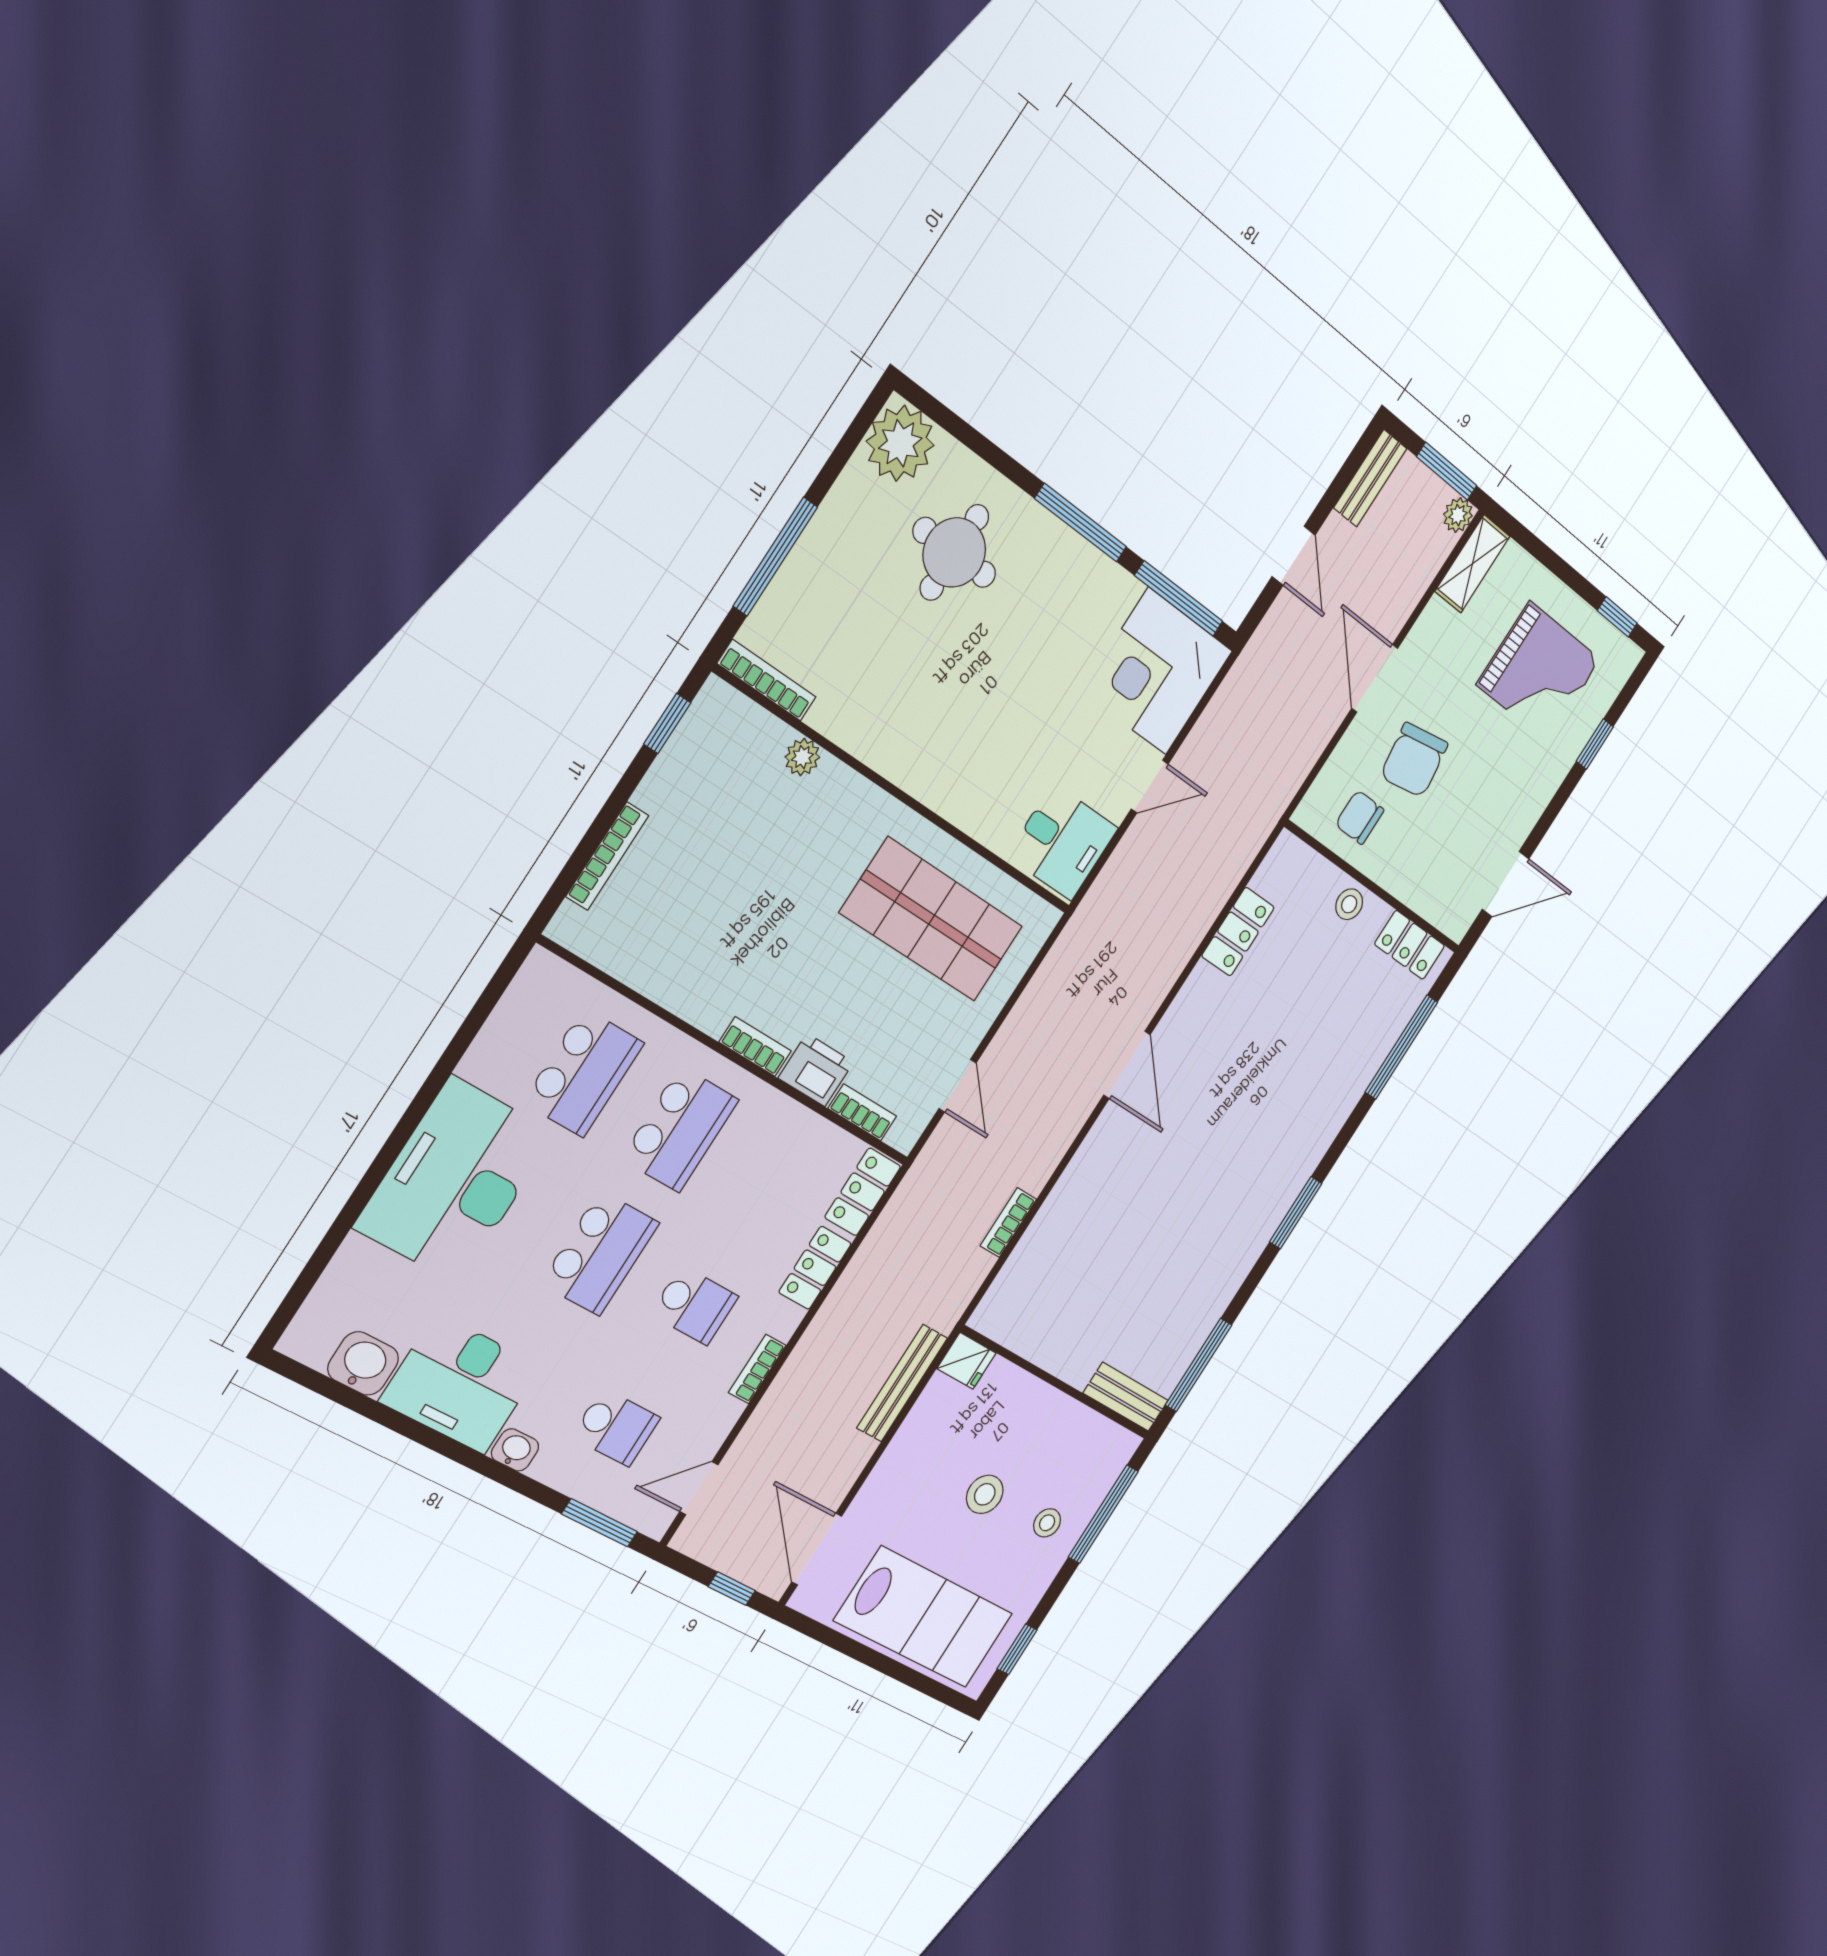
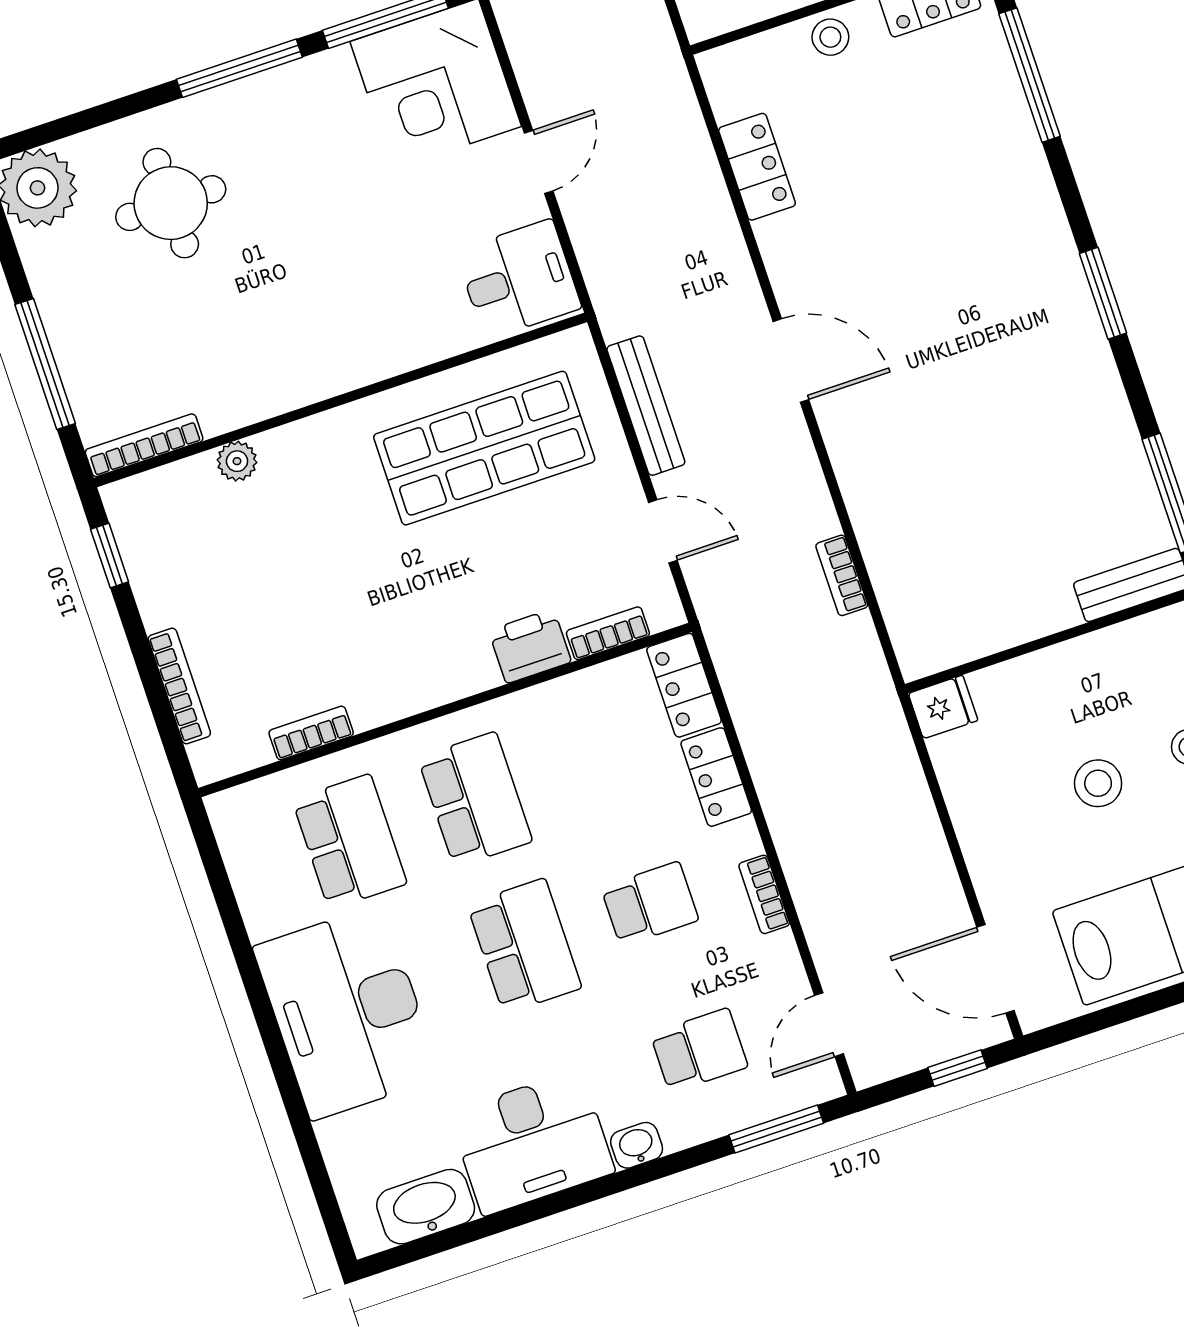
bookcase: (755, 1047) -> (311, 733), moved
washbasin: (363, 1363) -> (426, 1207), width x1.38
bench: (902, 1383) -> (646, 406), moved

